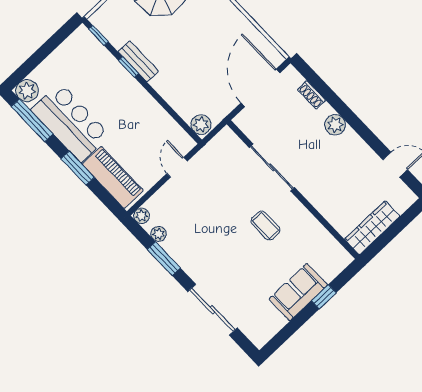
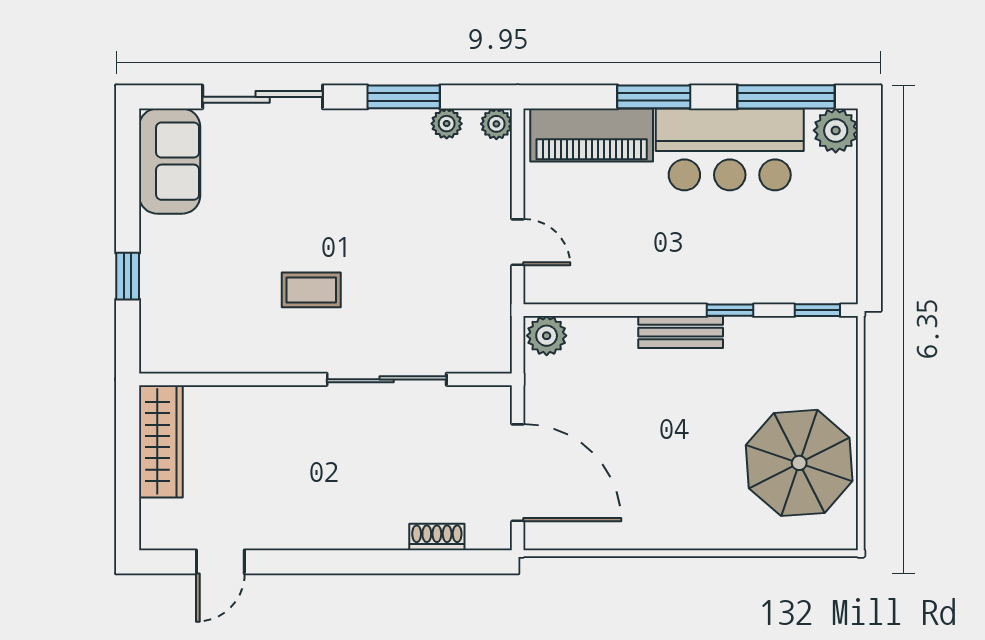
bench: (138, 61) -> (681, 332), moved
plant: (335, 125) -> (361, 530), removed
sofa: (298, 292) -> (170, 161), moved

